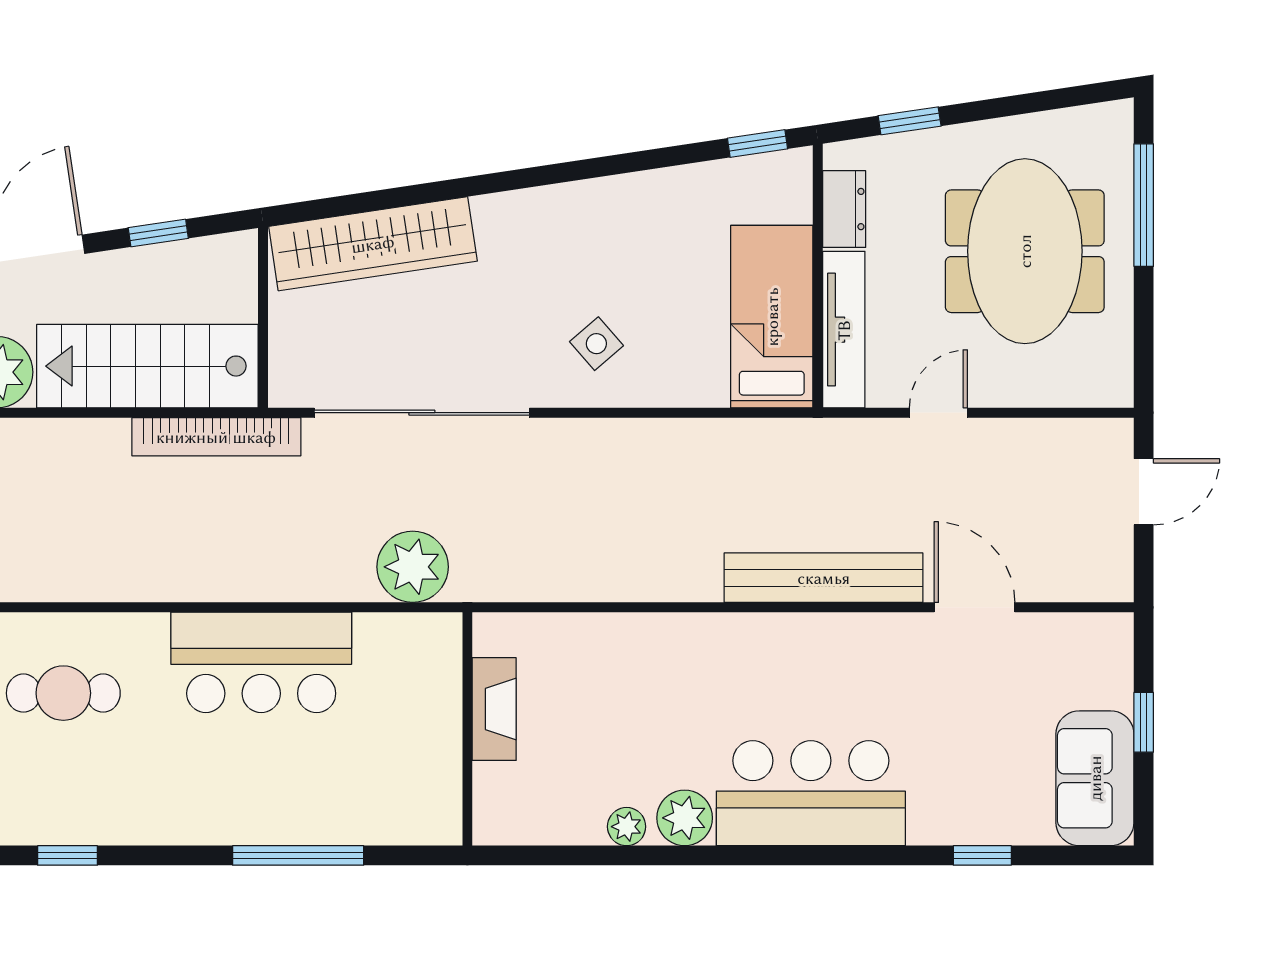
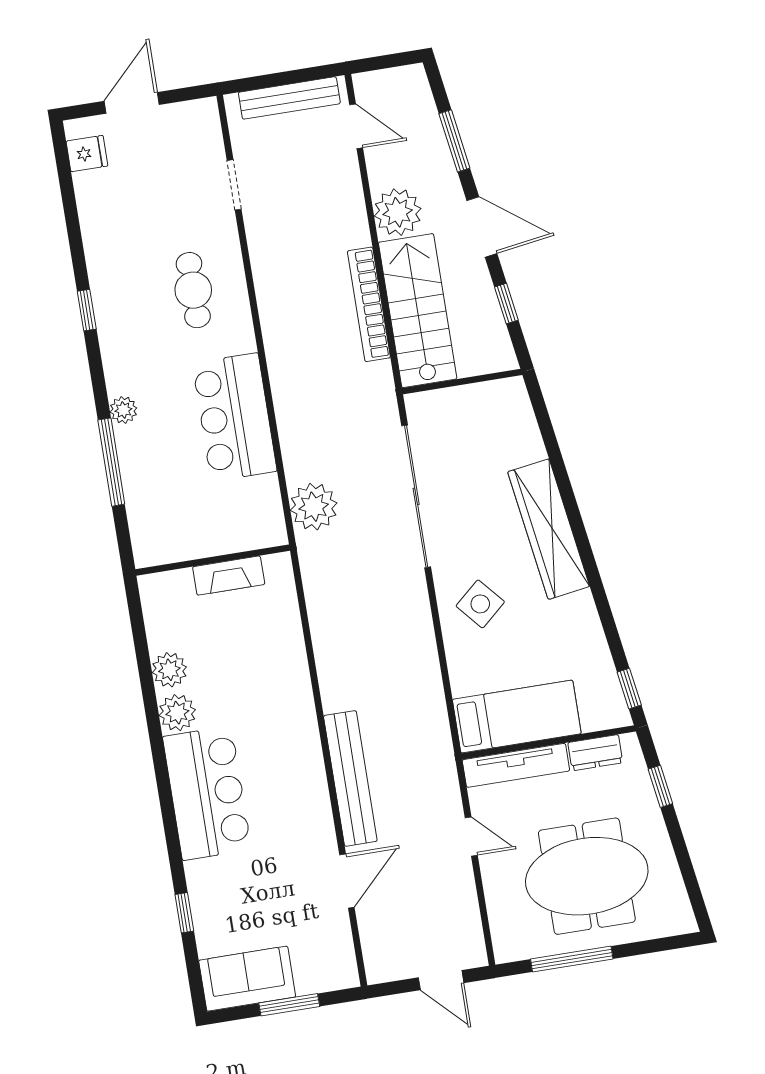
window: (1144, 205) -> (572, 959), moved
wardrobe: (373, 244) -> (549, 529), moved
side table: (596, 344) -> (480, 604), width x1.37, depth x1.37
bookcase: (216, 437) -> (369, 304), moved
window: (1144, 722) -> (289, 1005), width x1.50
plant: (224, 825) -> (123, 410), added
plant: (627, 827) -> (169, 670), width x1.38, depth x1.38

